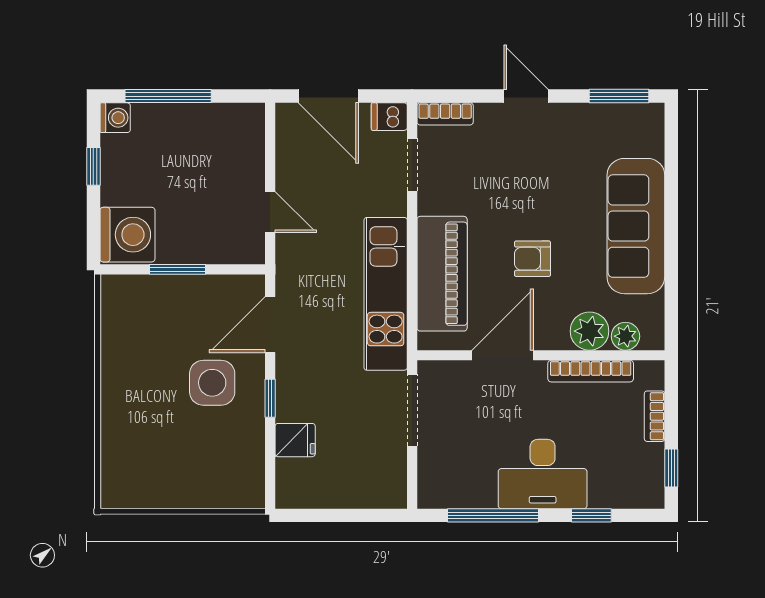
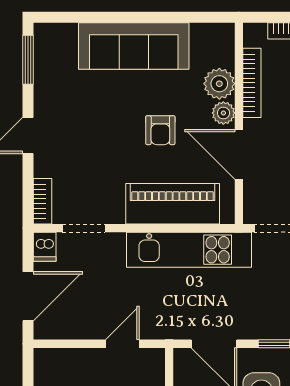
plant: (625, 336) -> (223, 113), moved

